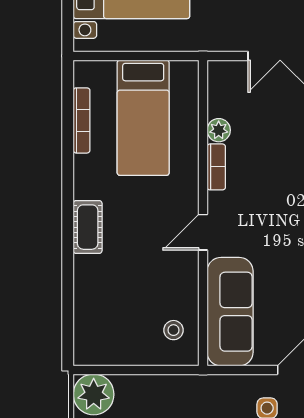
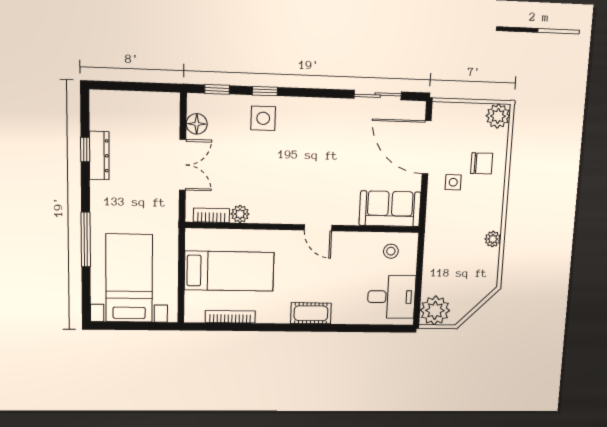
bookcase: (216, 167) -> (211, 215), moved
sofa: (230, 312) -> (390, 209), width x0.73
desk: (112, 334) -> (391, 297), added

